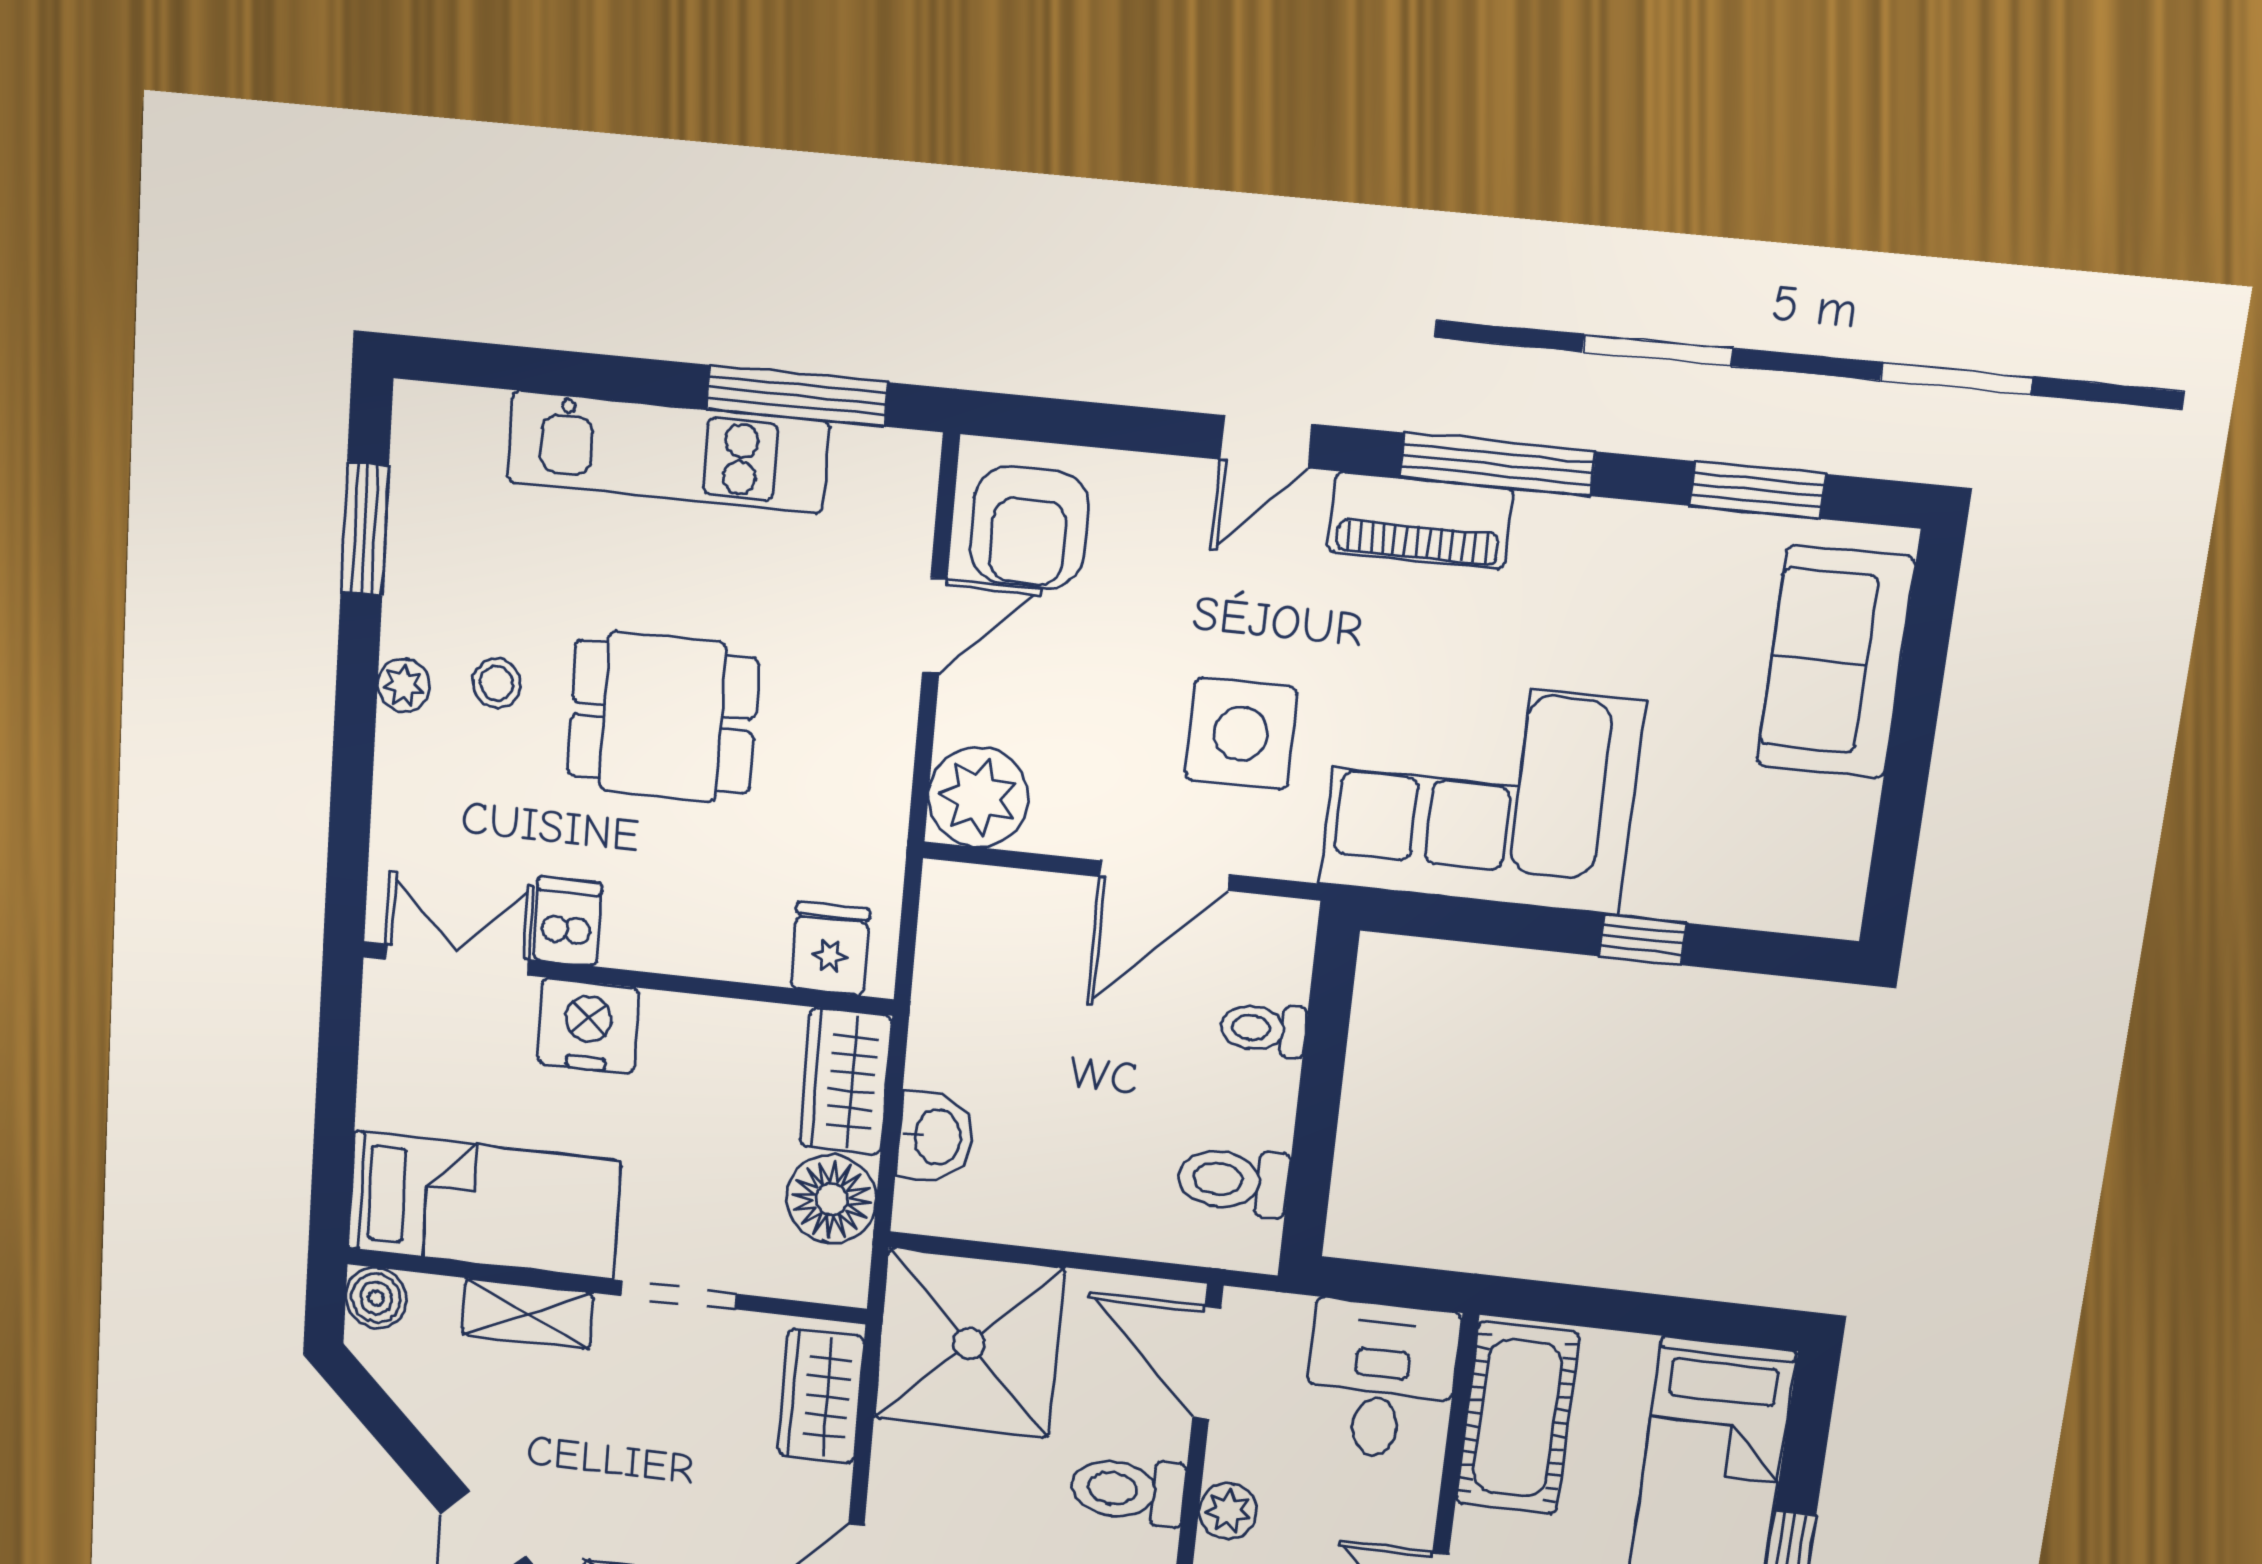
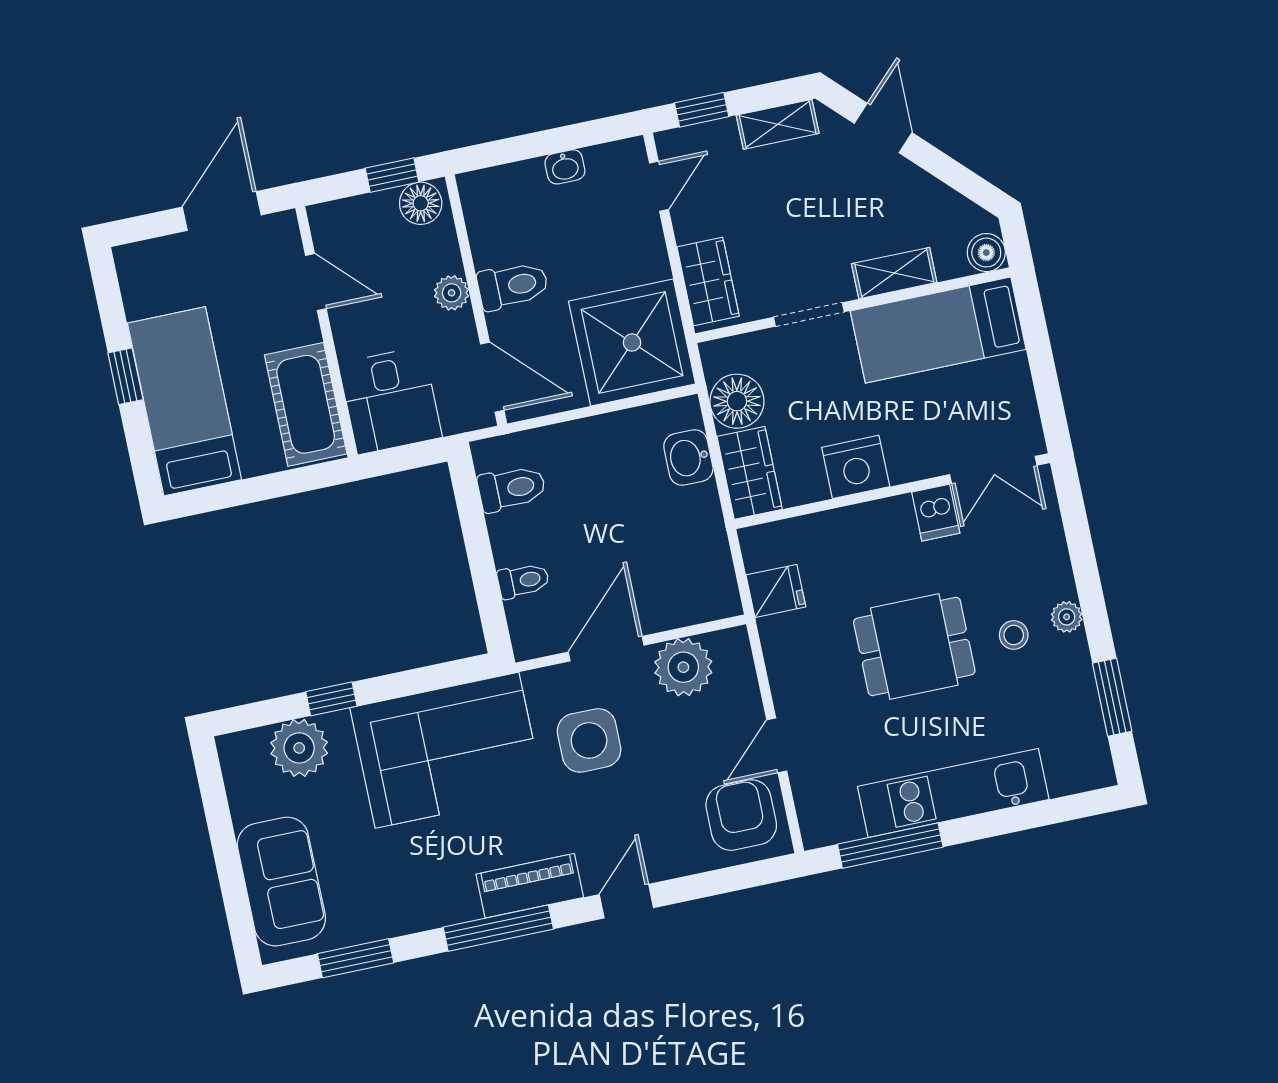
plant: (978, 797) -> (683, 667), moved
plant: (1725, 876) -> (299, 748), added
fridge: (830, 949) -> (776, 591), moved, turned -90
nightstand: (588, 1026) -> (856, 467), moved

